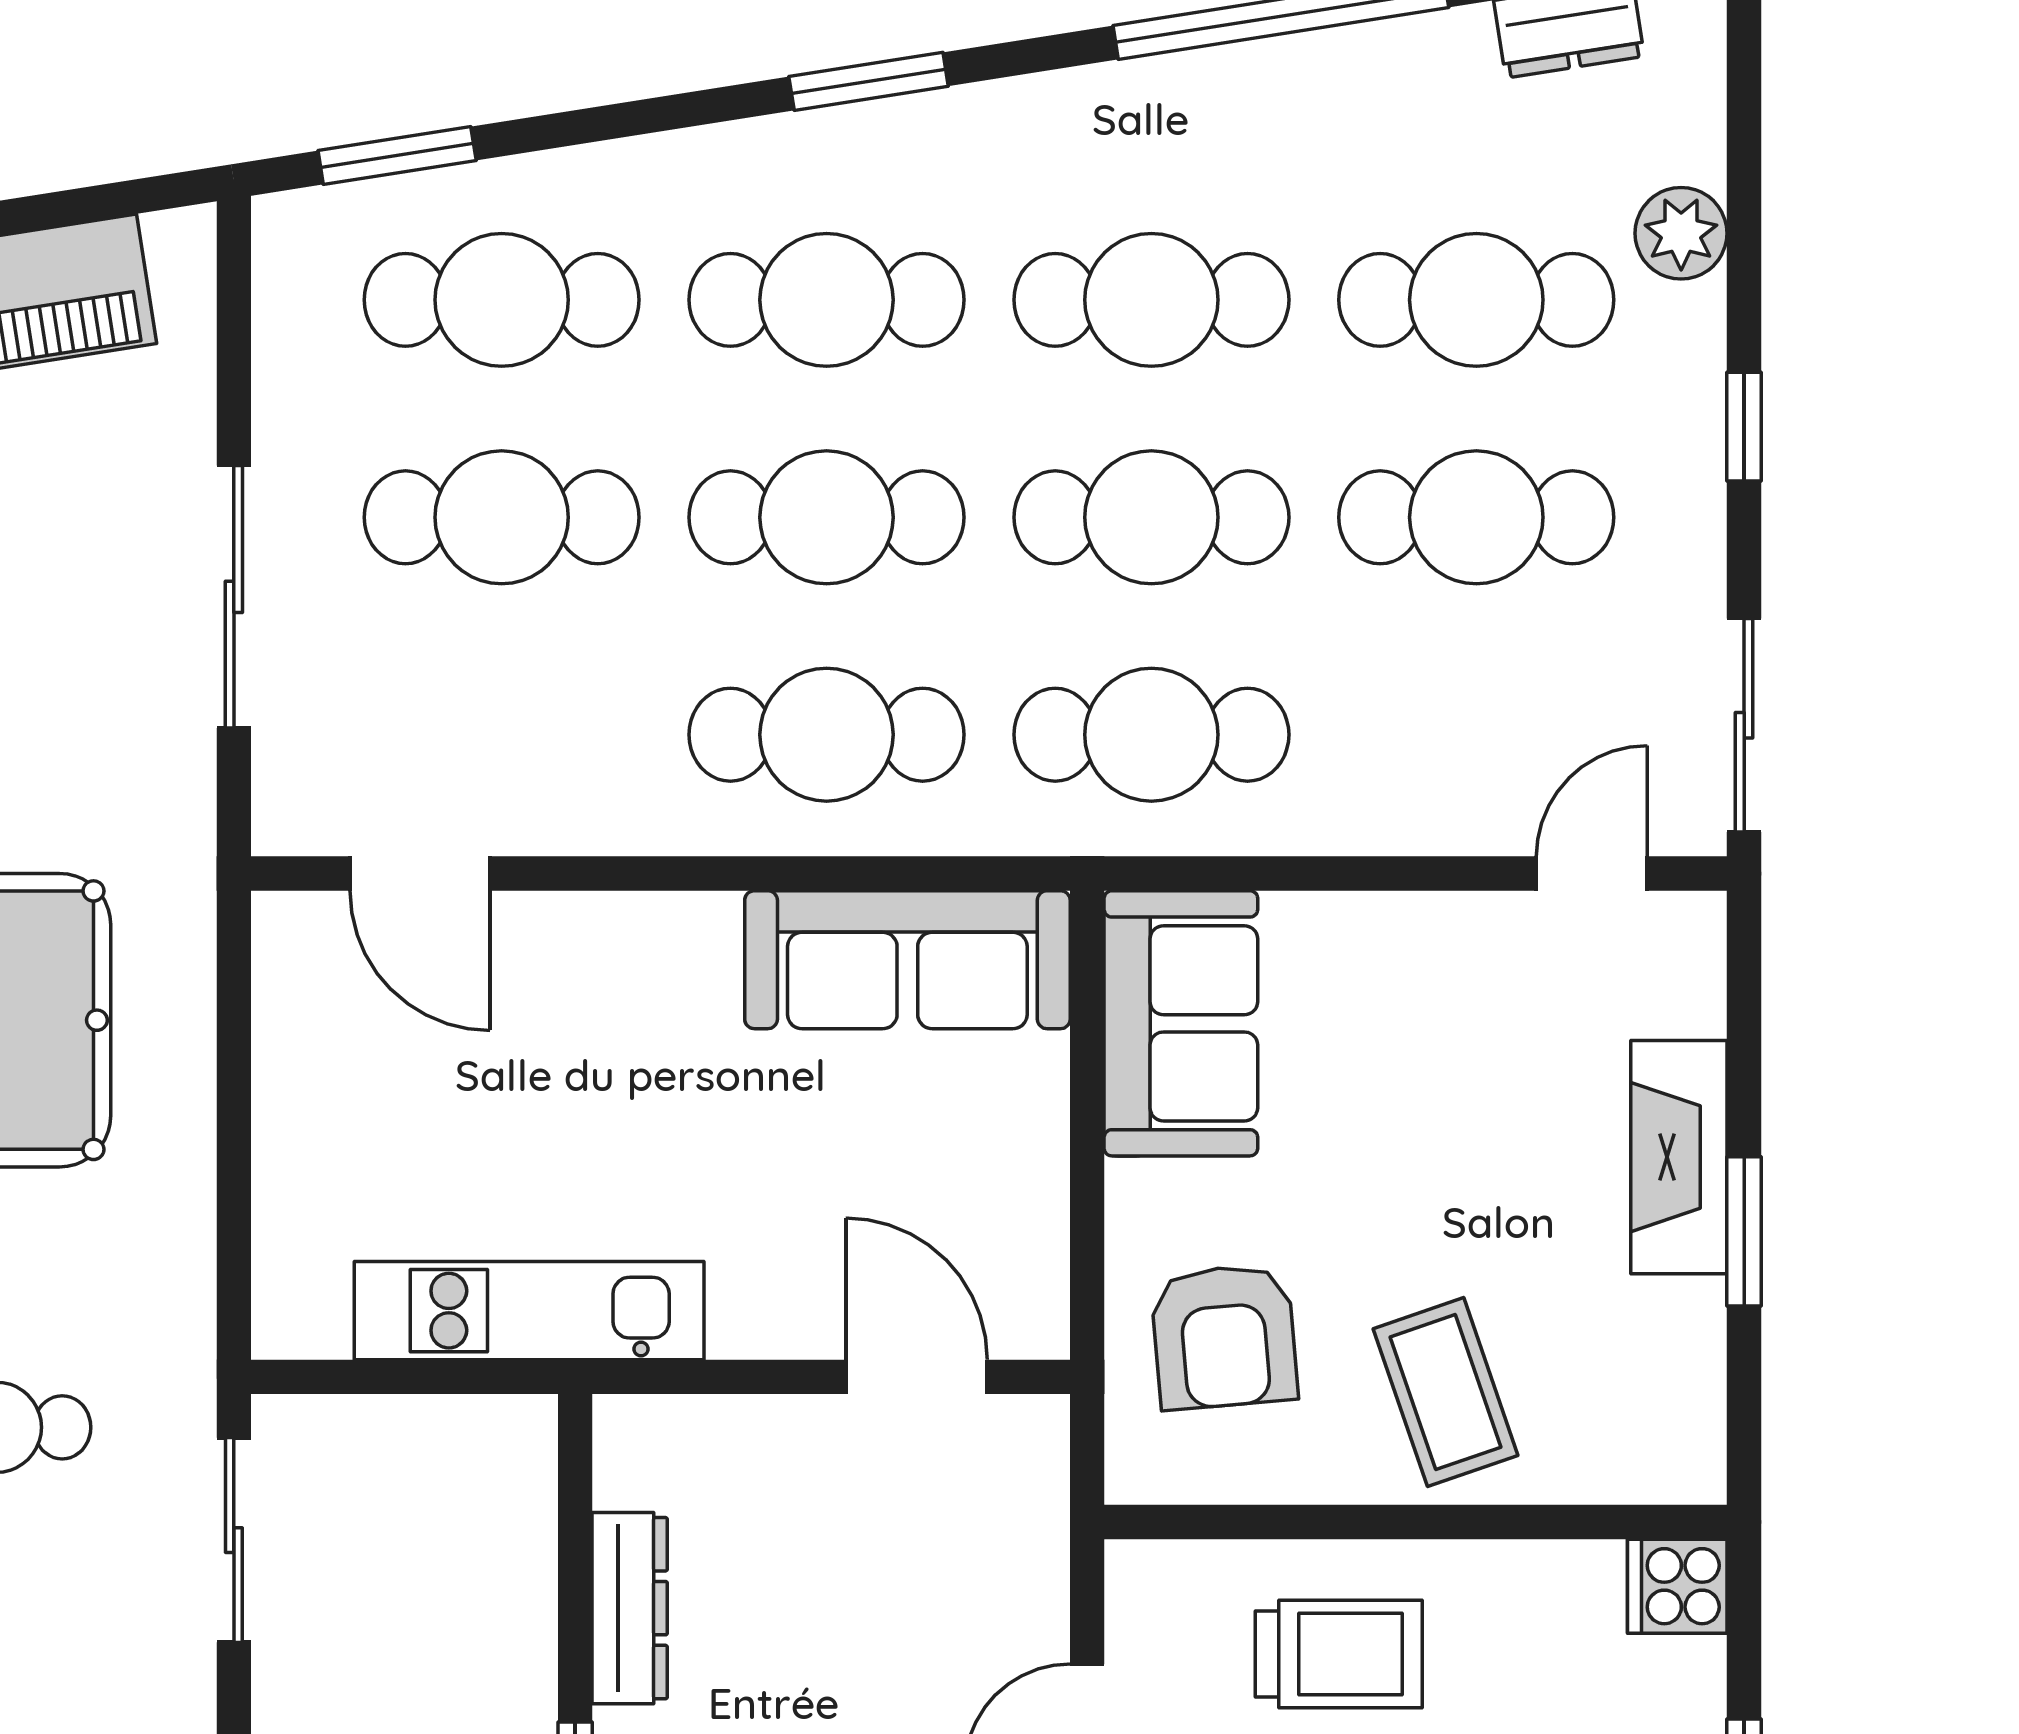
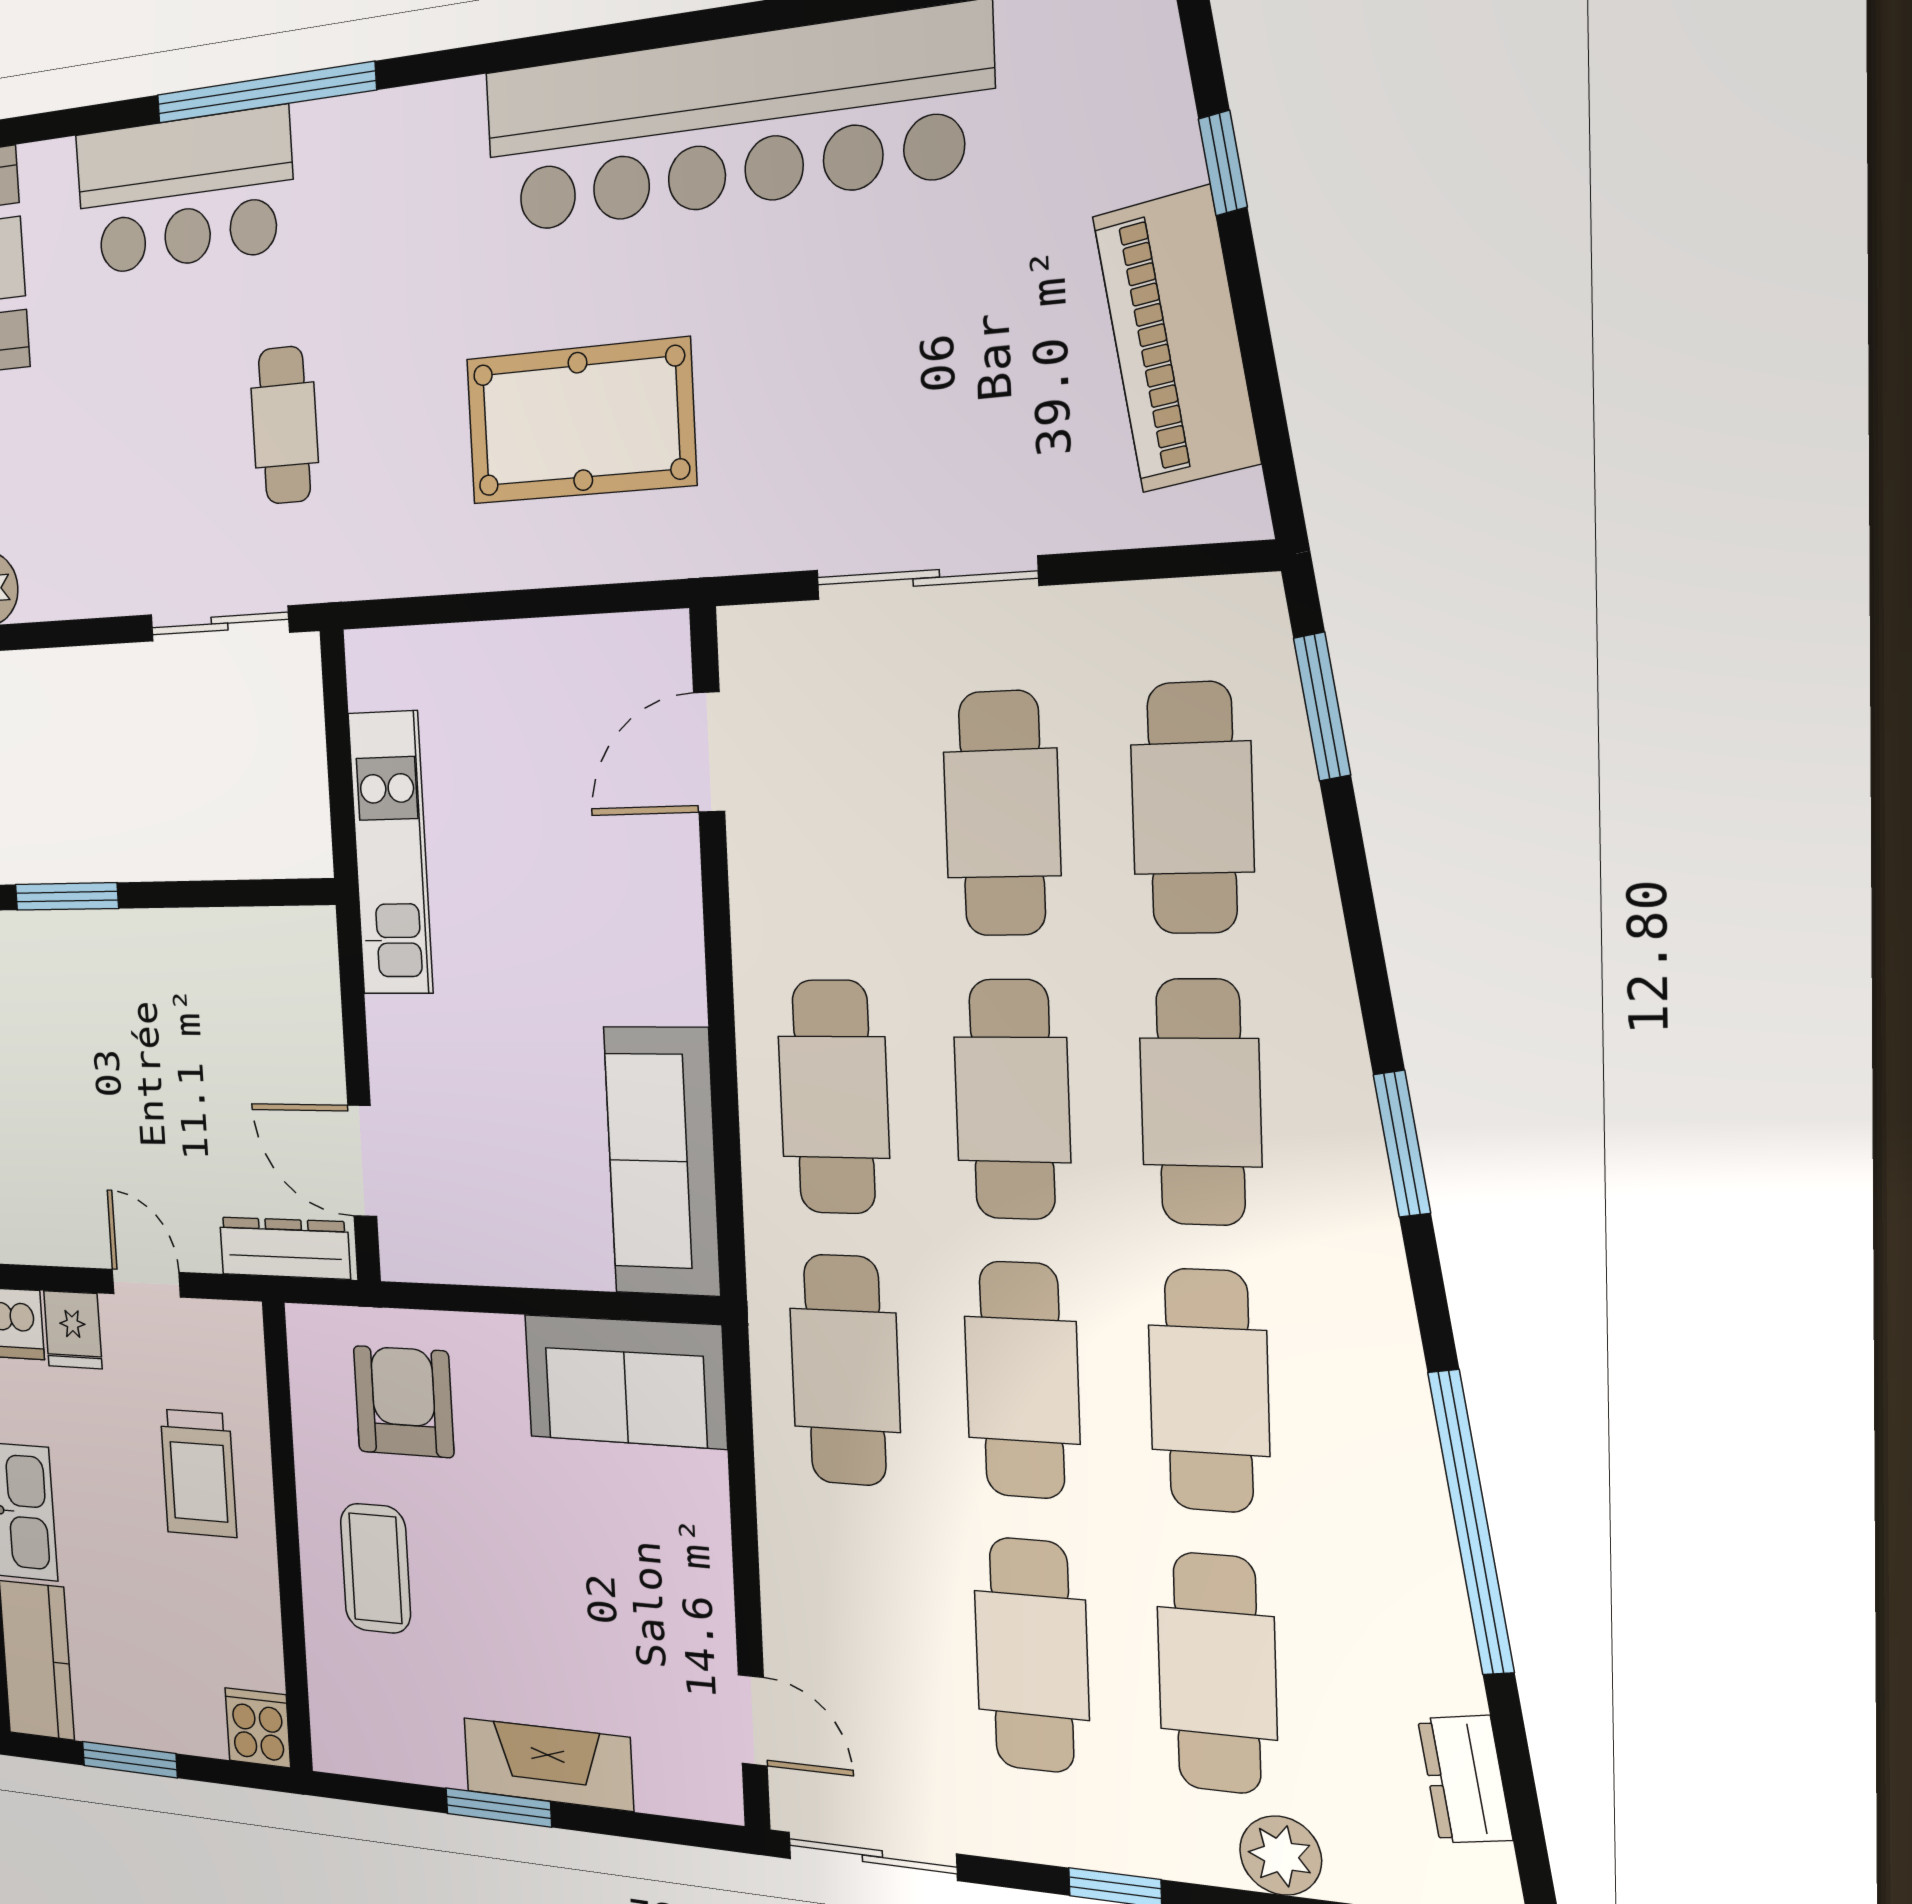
armchair: (1224, 1337) -> (404, 1402), turned 95
door: (917, 1377) -> (362, 1161), swing flipped
coffee table: (1446, 1392) -> (375, 1568), turned -71
dresser: (630, 1608) -> (285, 1248), moved, turned 180

